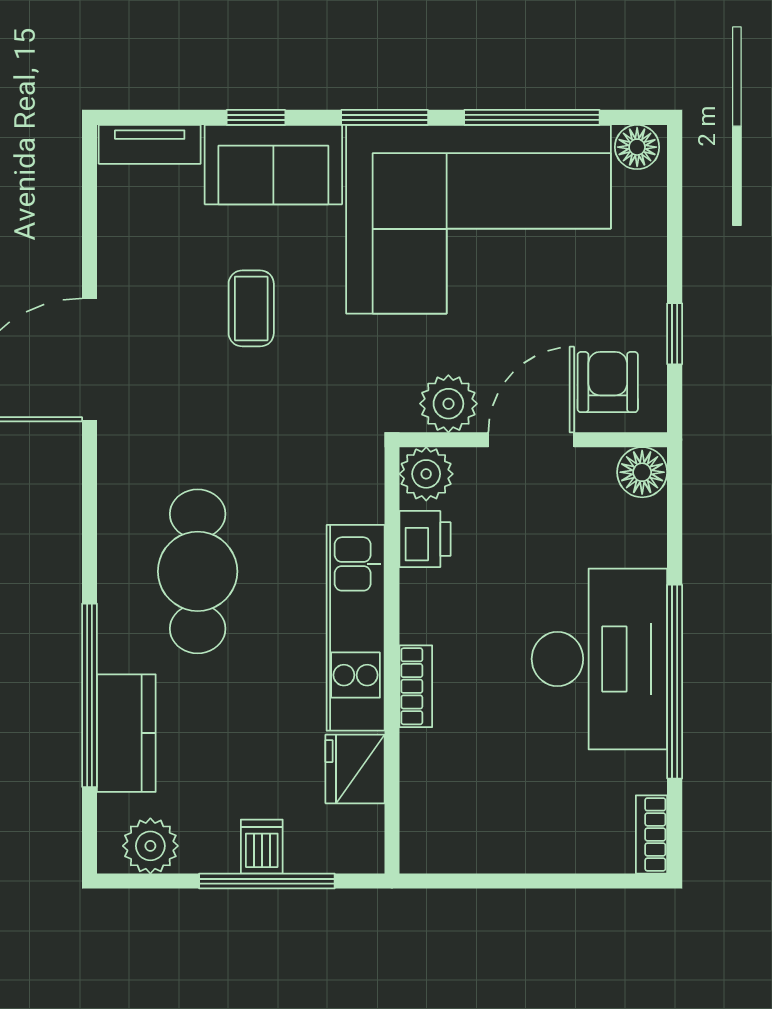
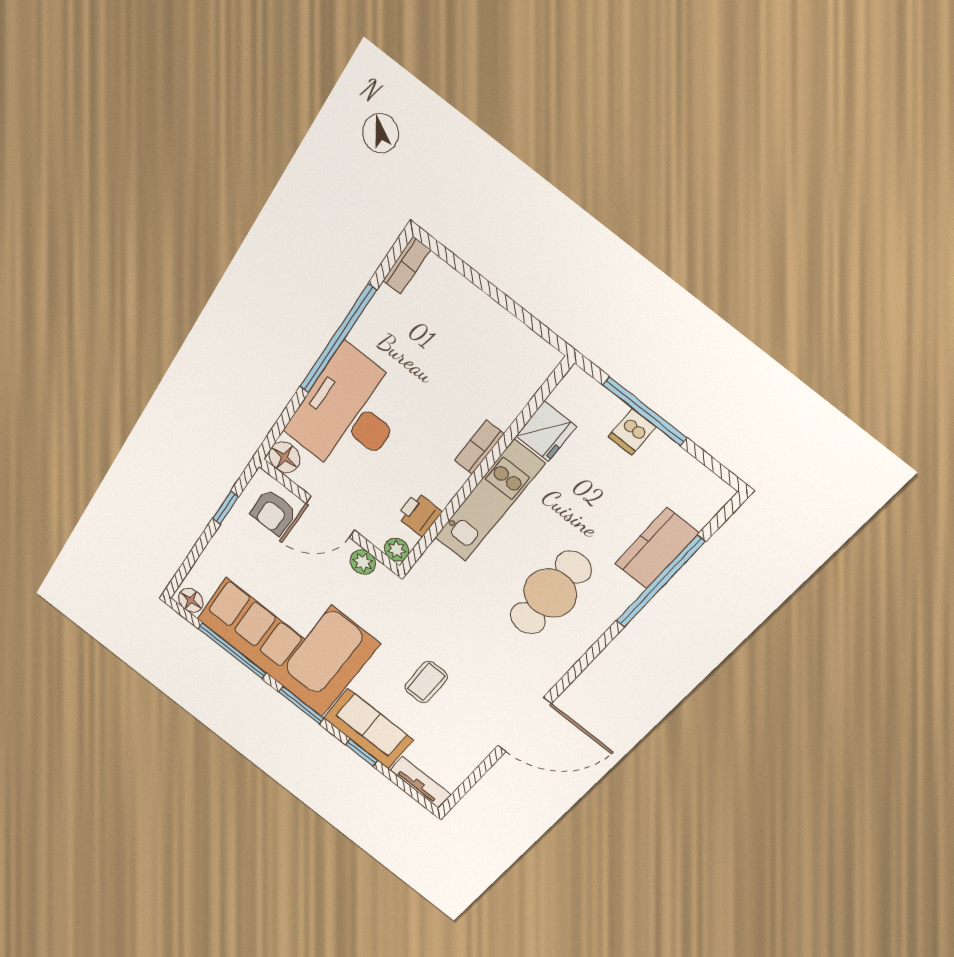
plant: (448, 404) -> (363, 562), width x0.73, depth x0.73
plant: (426, 474) -> (397, 550), width x0.73, depth x0.73
desk: (599, 659) -> (348, 414), moved
plant: (150, 846) -> (695, 482), removed

